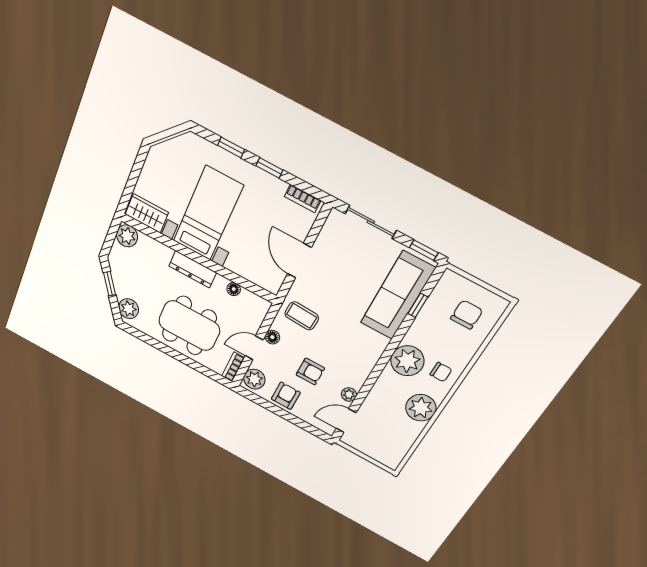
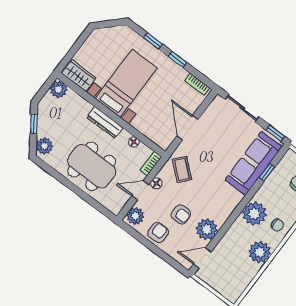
coffee table: (302, 316) -> (182, 169), turned 38
bookcase: (233, 367) -> (151, 163), moved
plant: (349, 395) -> (207, 229), width x1.87, depth x1.87

